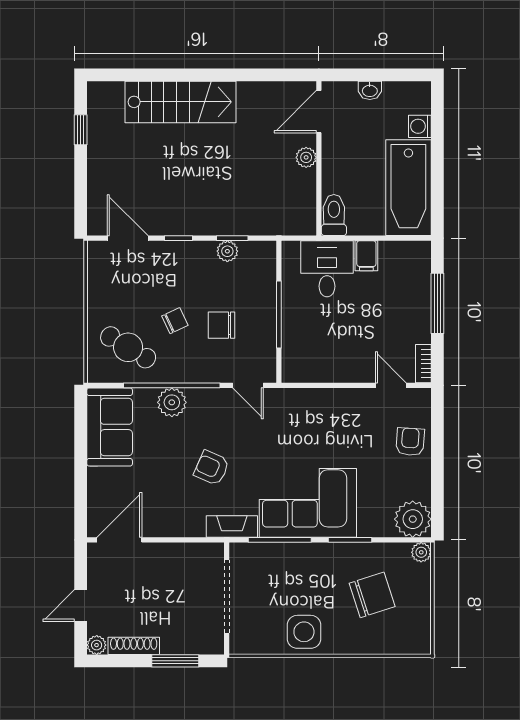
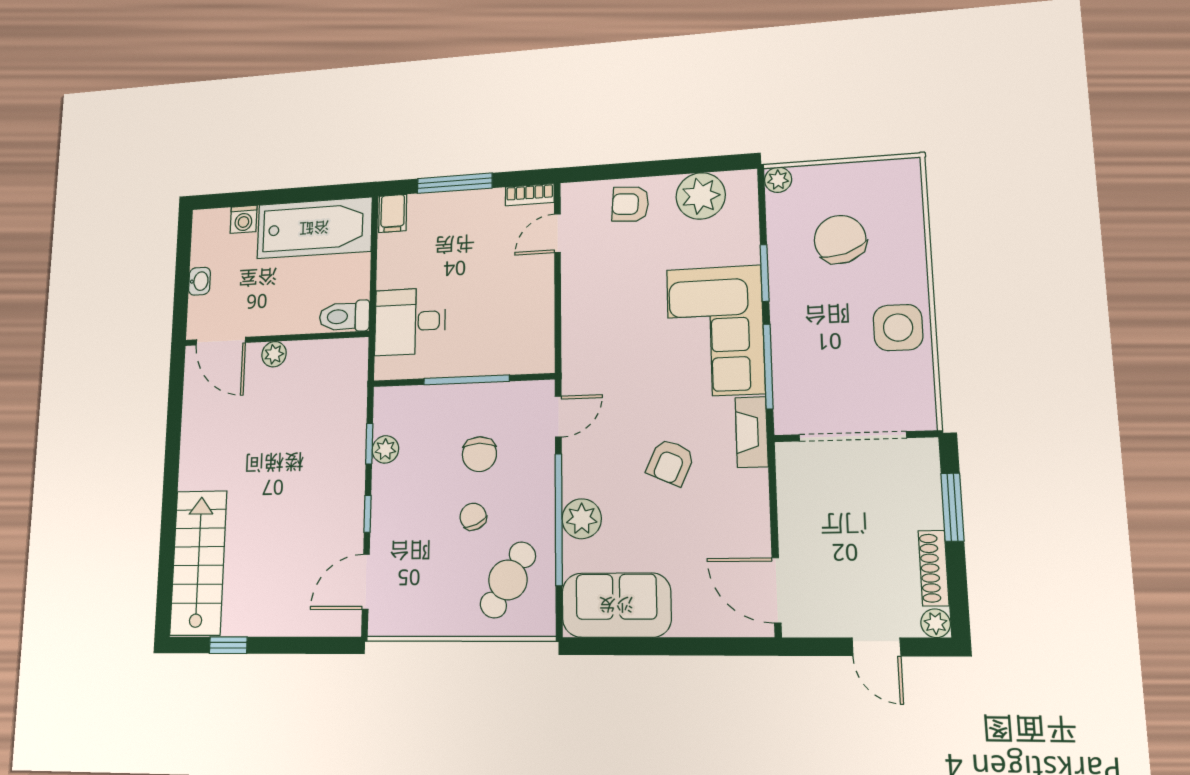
stairs: (180, 102) -> (198, 563), moved
filing cabinet: (366, 256) -> (393, 213), moved, turned 90
plant: (413, 519) -> (701, 196), moved

